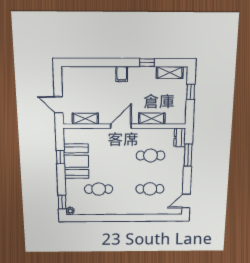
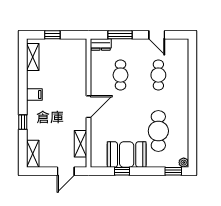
window: (147, 63) -> (23, 122), moved
filing cabinet: (122, 74) -> (34, 95), moved
shelving: (152, 119) -> (33, 154), moved
door: (121, 126) -> (88, 107), swing flipped
cafe table: (99, 189) -> (158, 131), width x1.37, depth x1.35
door: (186, 201) -> (157, 35), moved

